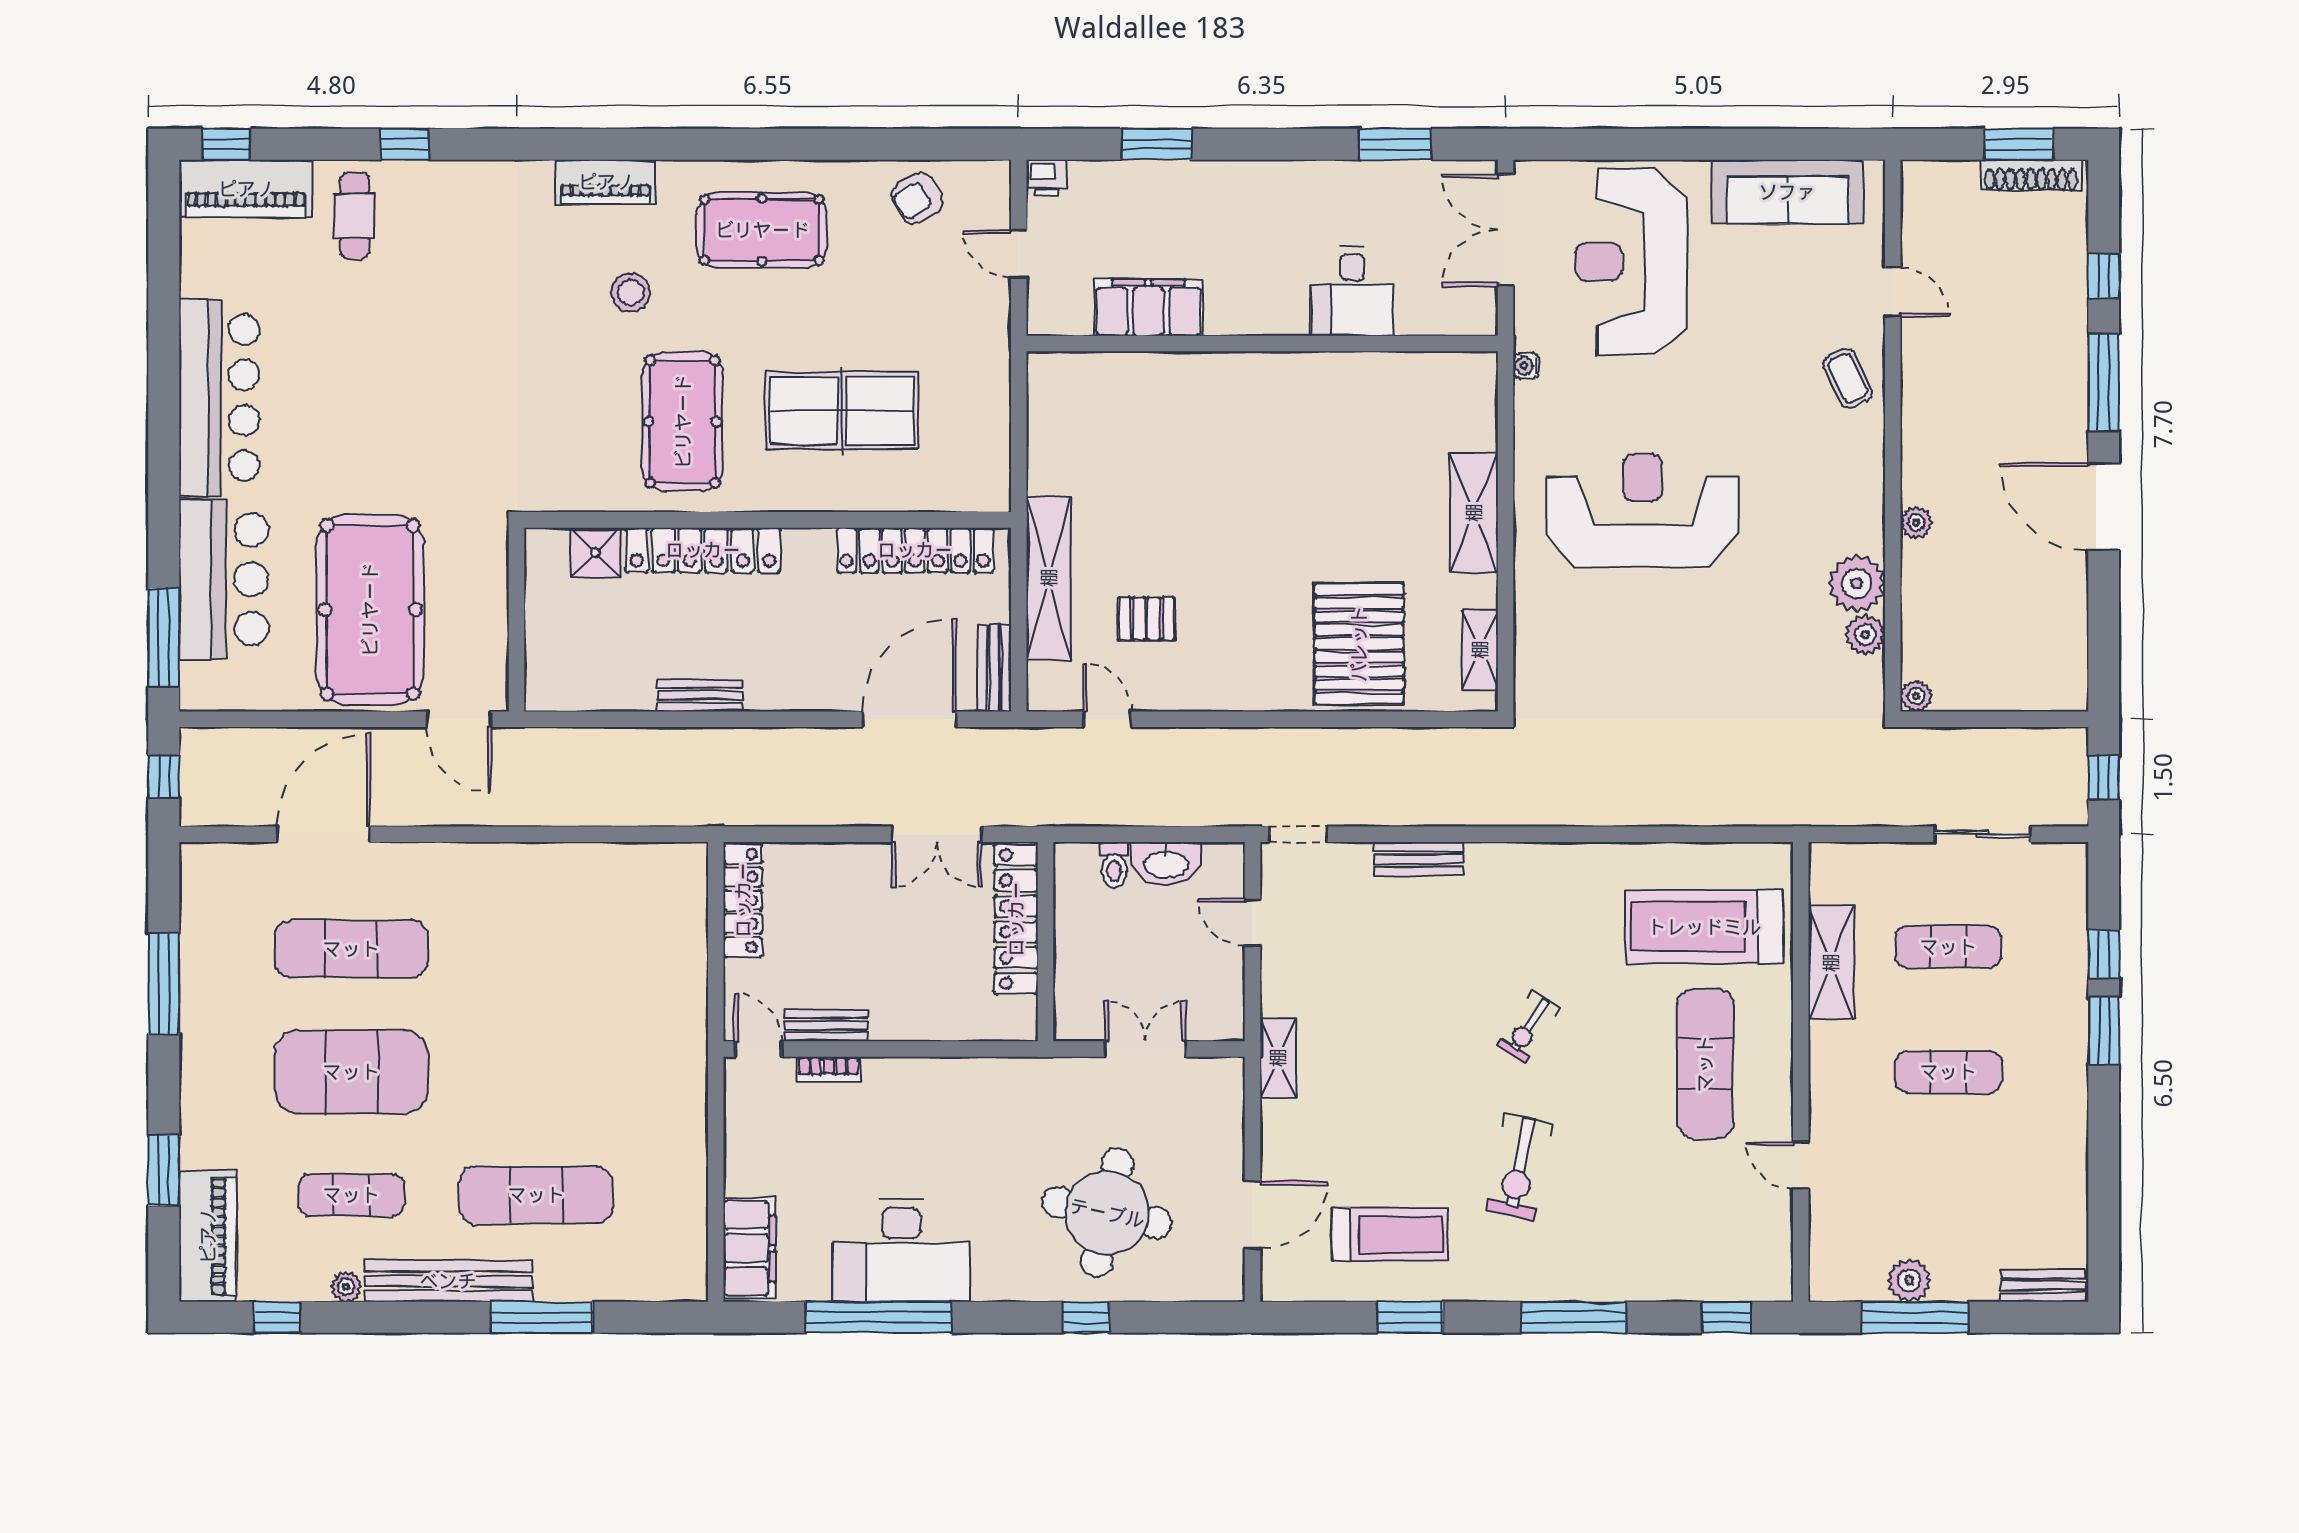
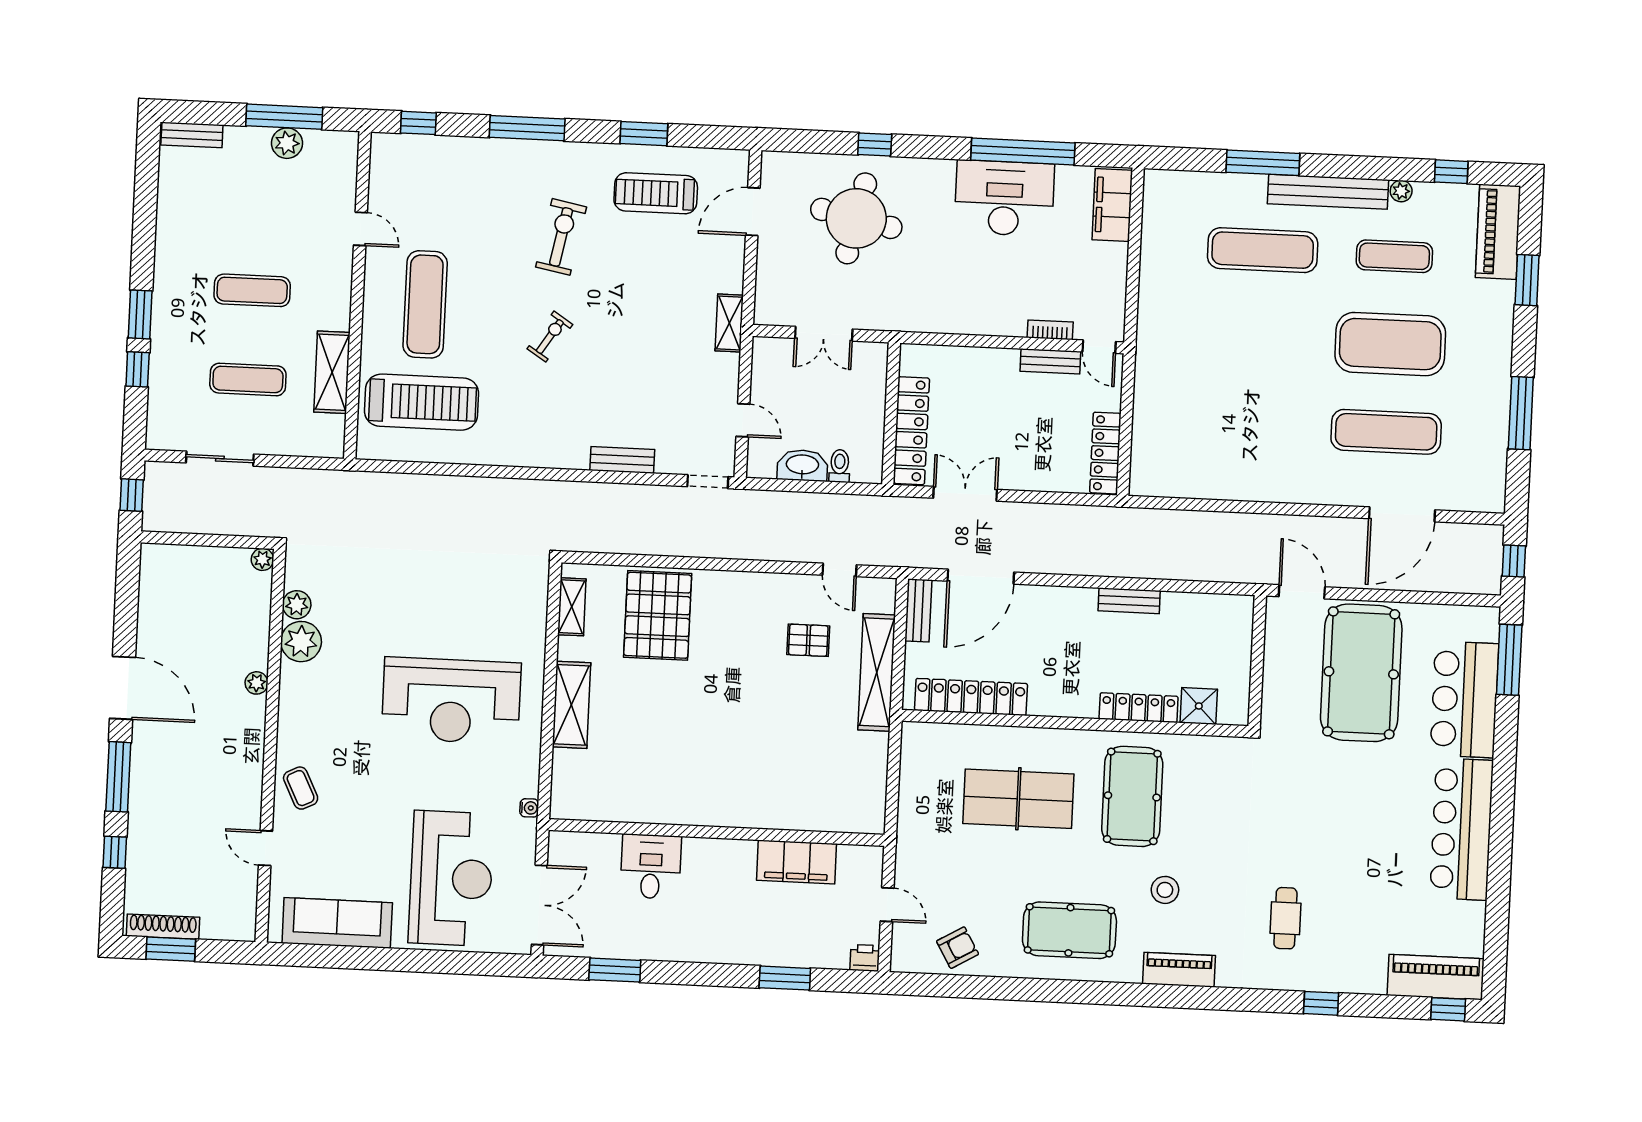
cafe table: (355, 216) -> (1285, 918), moved
locker: (703, 550) -> (1139, 708), width x0.71, depth x0.83

